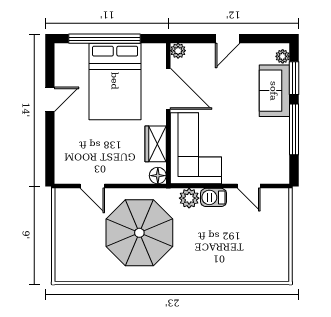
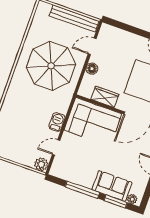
floor lamp: (158, 176) -> (92, 69), moved
plant: (189, 198) -> (41, 164), moved
bench: (63, 224) -> (74, 18), added

